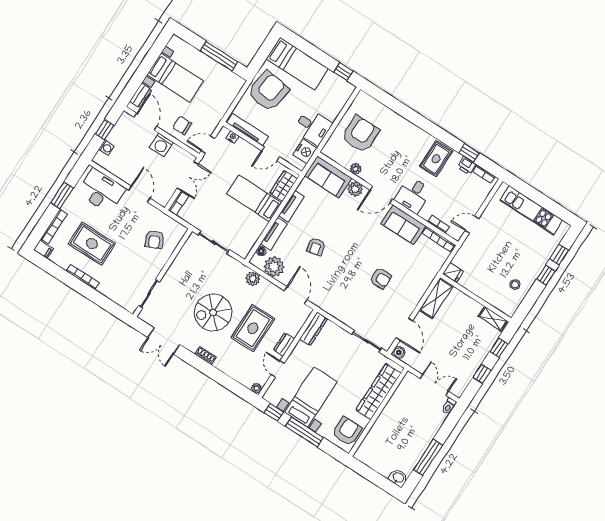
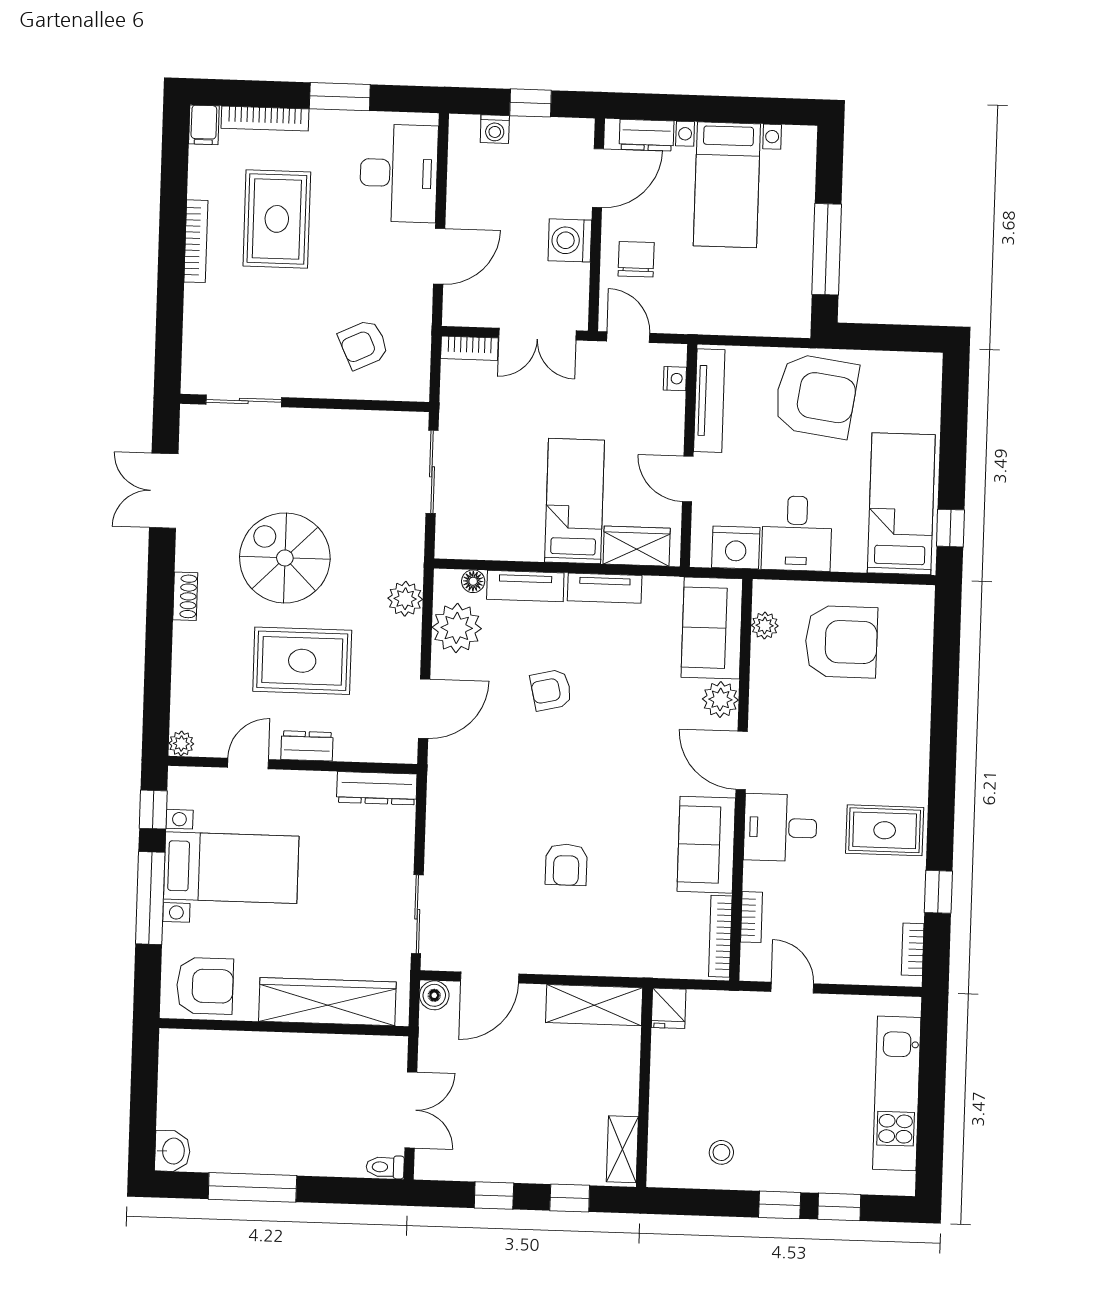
bed: (297, 64) -> (901, 504), moved, turned 180
printer: (467, 166) -> (909, 903), removed
plant: (356, 169) -> (765, 626), moved

